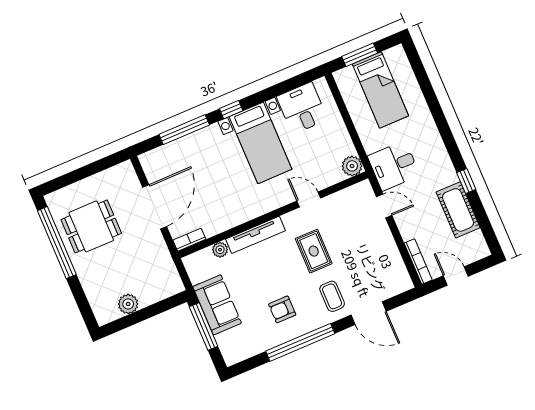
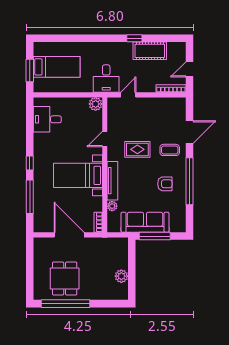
bed with nightstands: (261, 143) -> (78, 175), moved, turned 180
sofa: (217, 305) -> (145, 222), width x1.36
armchair: (282, 309) -> (165, 184), turned -90

